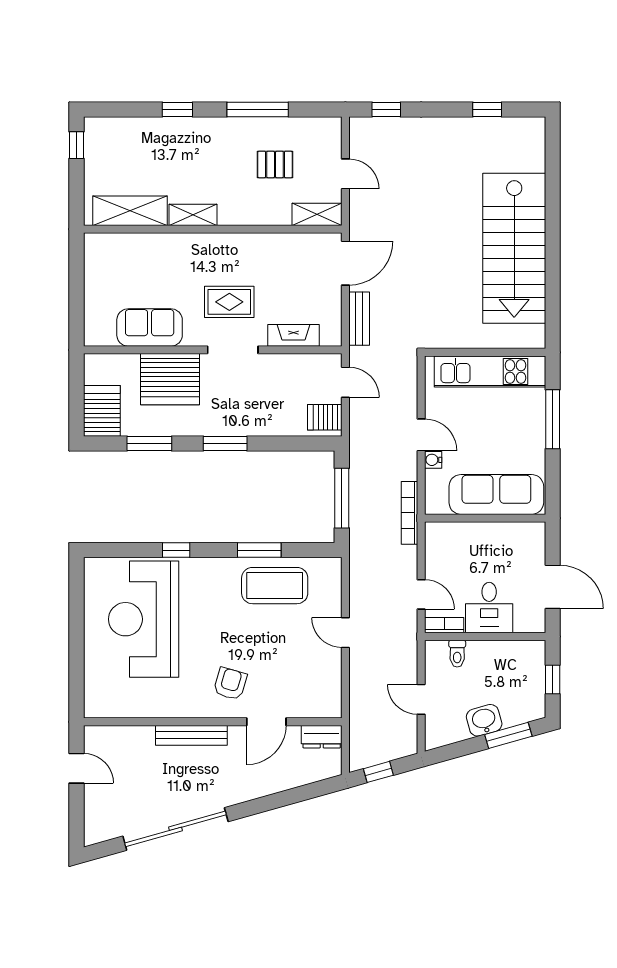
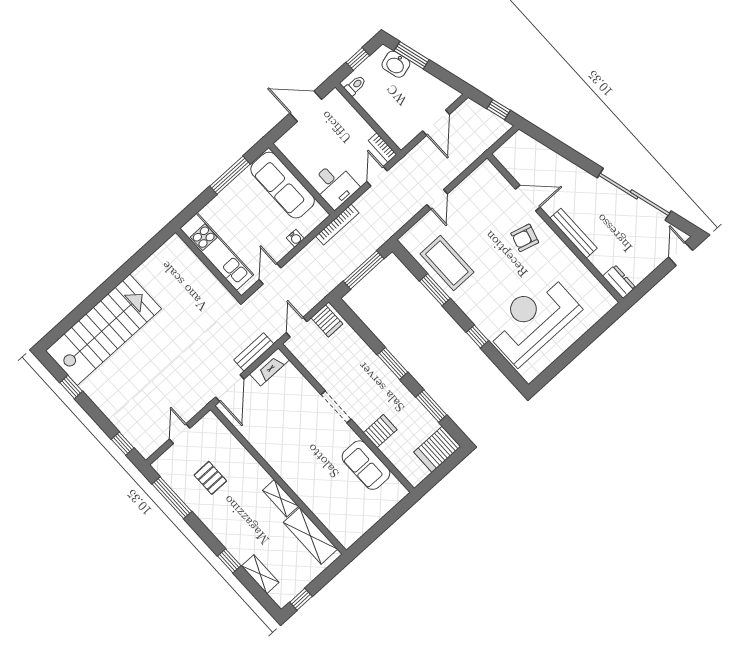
window: (258, 110) -> (172, 498), moved
shelving: (317, 214) -> (260, 574), moved
stairs: (514, 248) -> (103, 330), moved
door: (345, 263) -> (230, 388), swing flipped
rug: (229, 302) -> (311, 433), removed
fireplace: (294, 335) -> (270, 367), moved, turned -90
server rack: (170, 379) -> (380, 431), width x0.46, depth x0.70
window: (553, 419) -> (230, 175), moved
door: (421, 435) -> (270, 274), moved
door: (553, 587) -> (306, 106), hinge flipped
desk: (489, 608) -> (335, 185), moved, turned 90
reception desk: (144, 619) -> (533, 319), turned 180
toilet: (457, 654) -> (355, 85), moved
door: (421, 699) -> (436, 123), width x1.38
washbasin: (484, 720) -> (396, 64), moved
dresser: (322, 737) -> (619, 282), moved
door: (77, 768) -> (681, 254), moved

